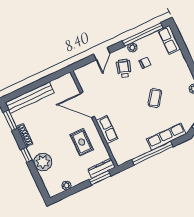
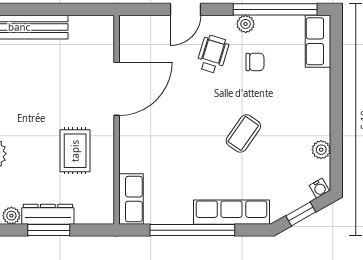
door: (87, 105) -> (117, 89), swing flipped
row of seats: (107, 129) -> (131, 199), moved
dresser: (101, 168) -> (48, 214), moved
window: (100, 178) -> (49, 230), moved

